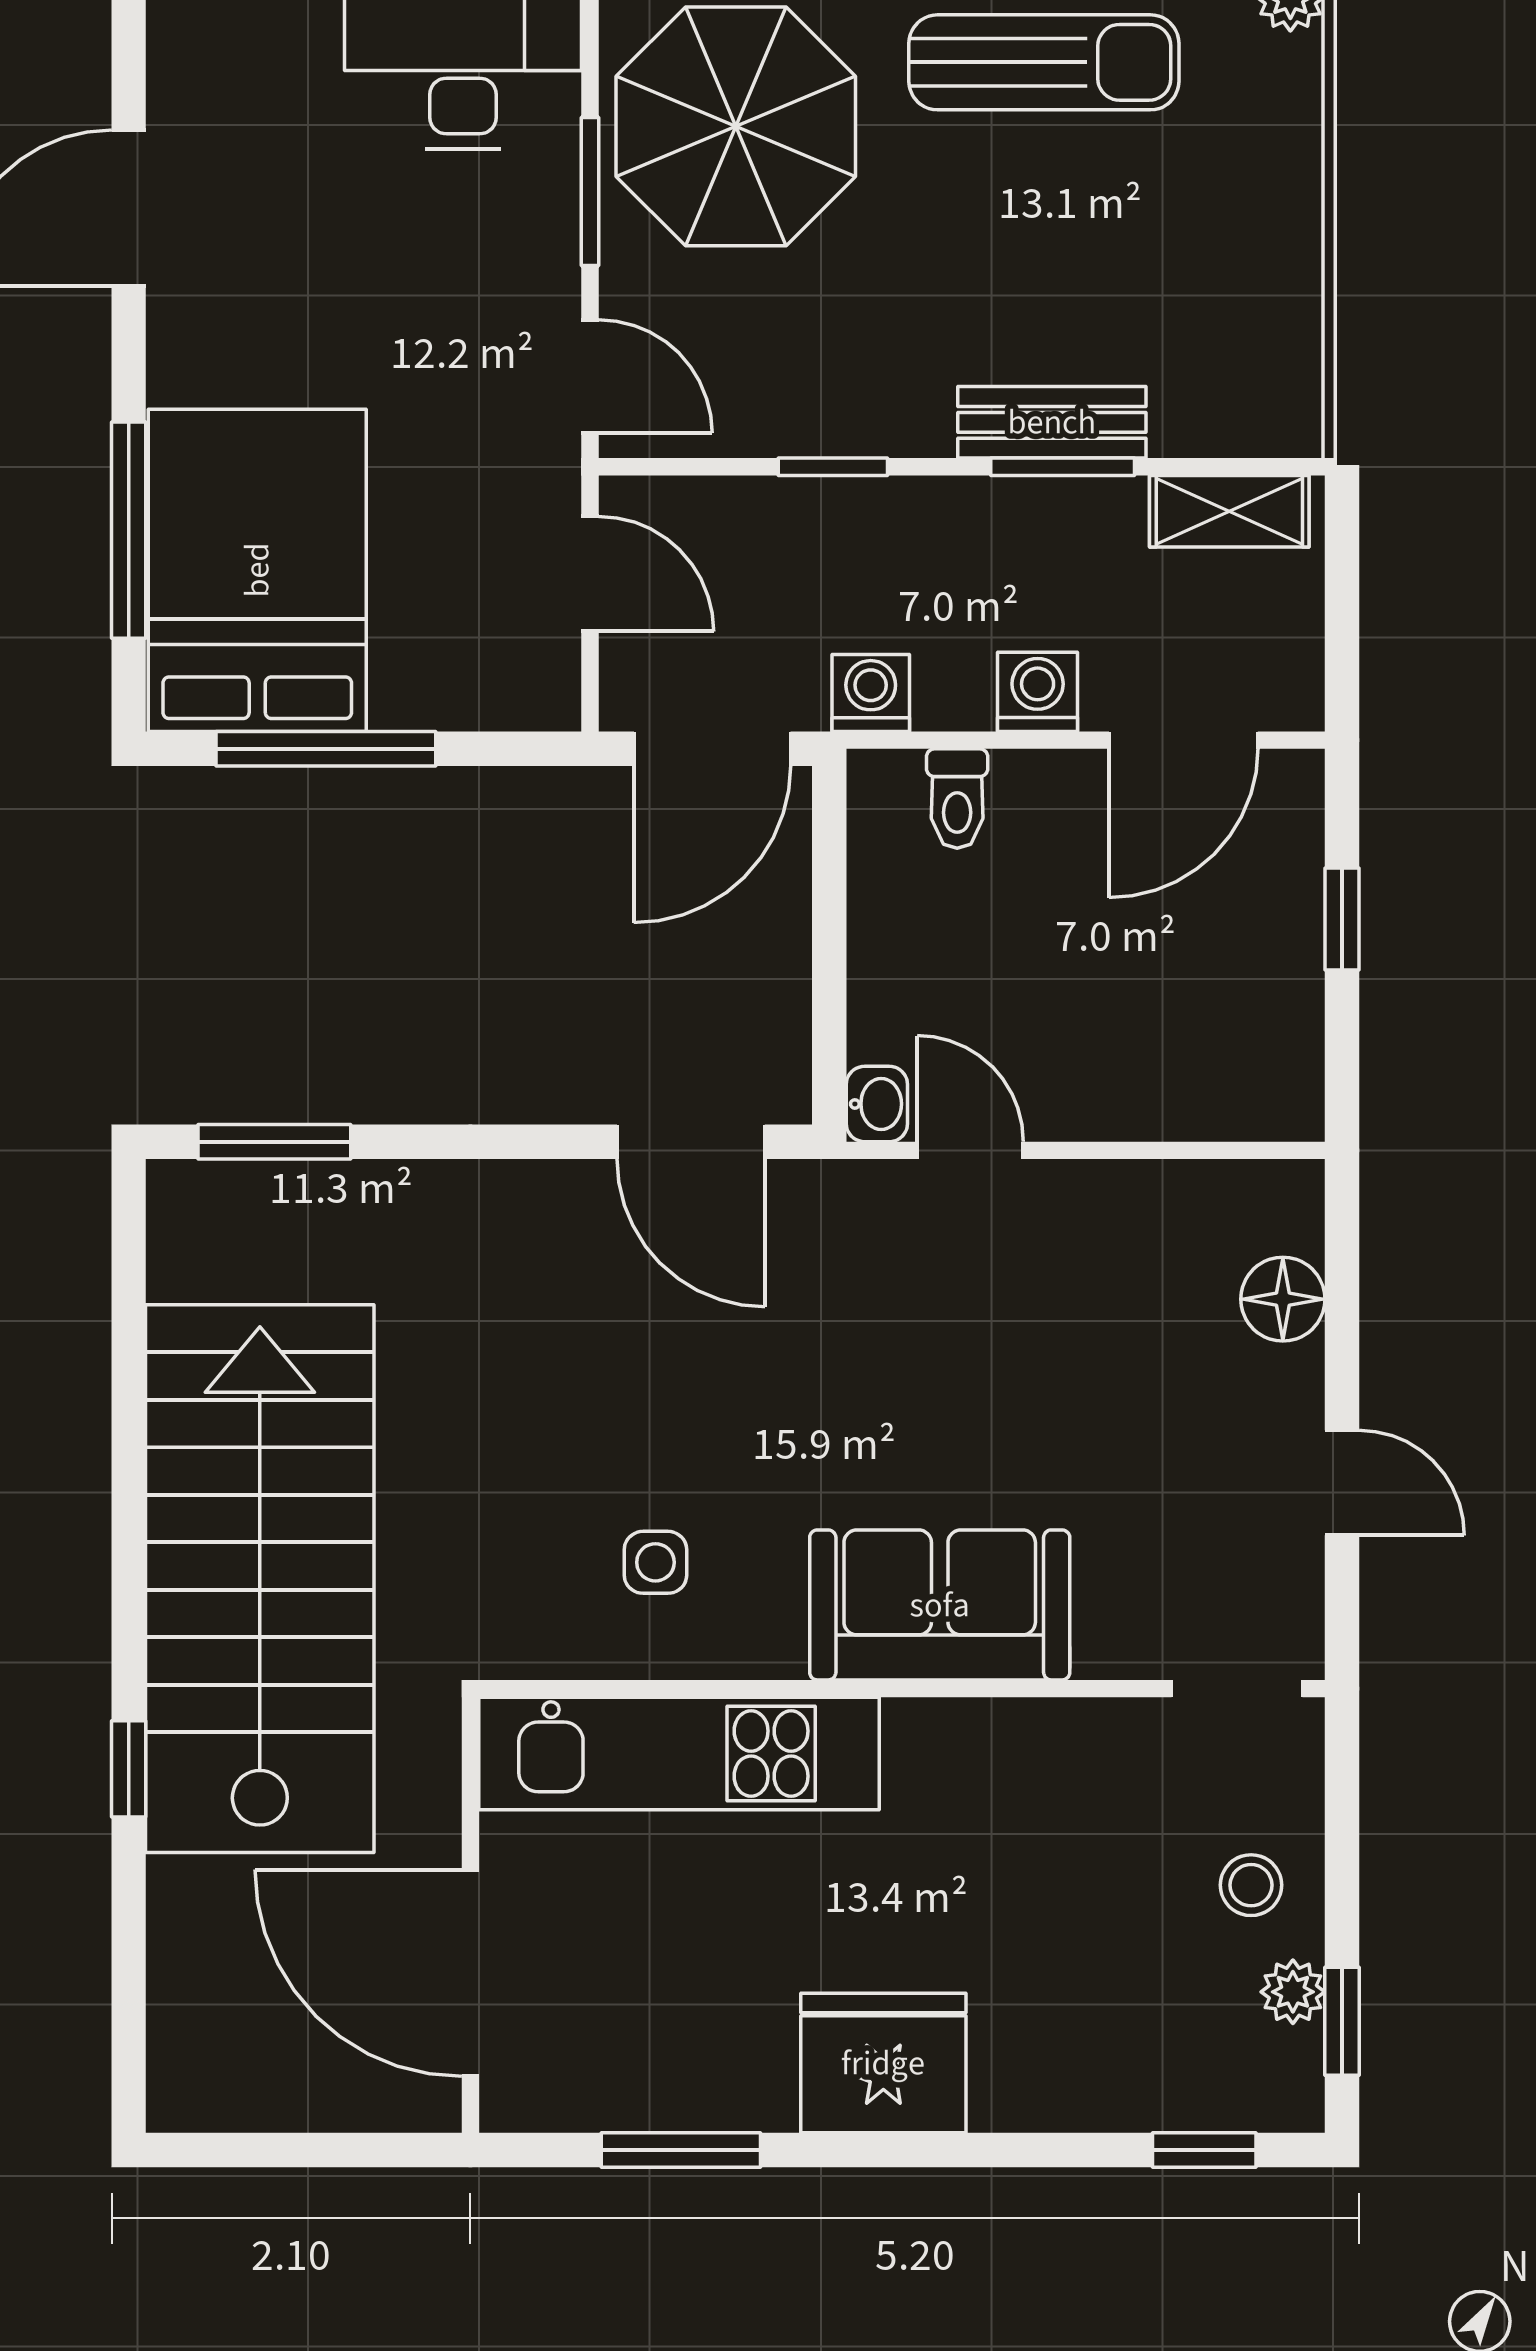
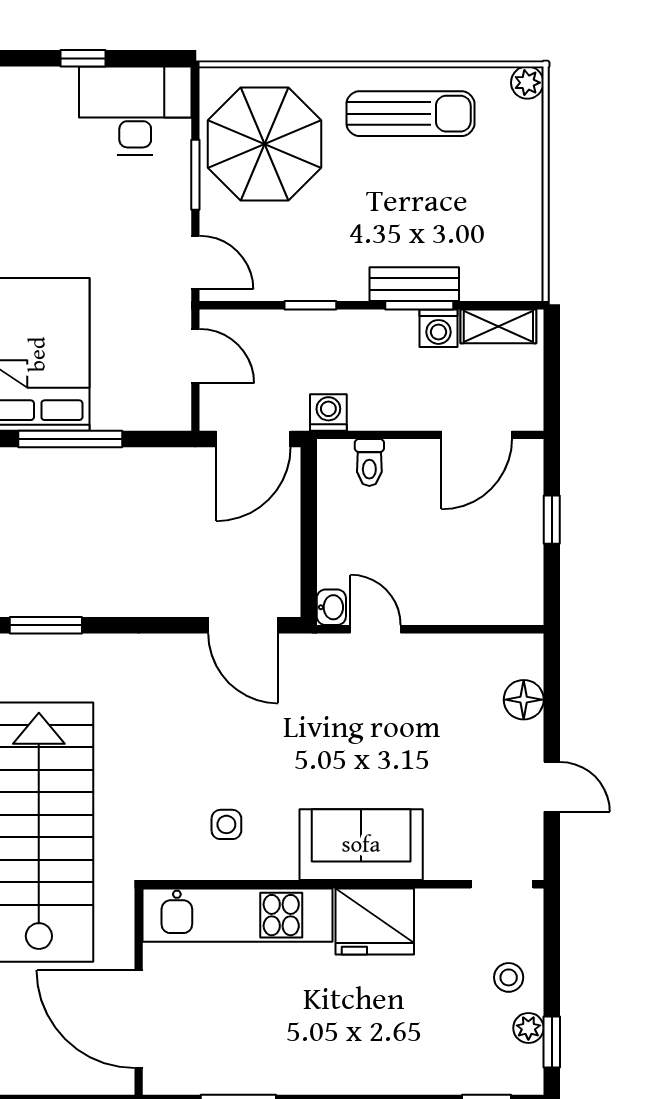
washing machine: (1038, 692) -> (439, 328), moved, turned 180
fridge: (883, 2063) -> (375, 921), moved, turned 180

